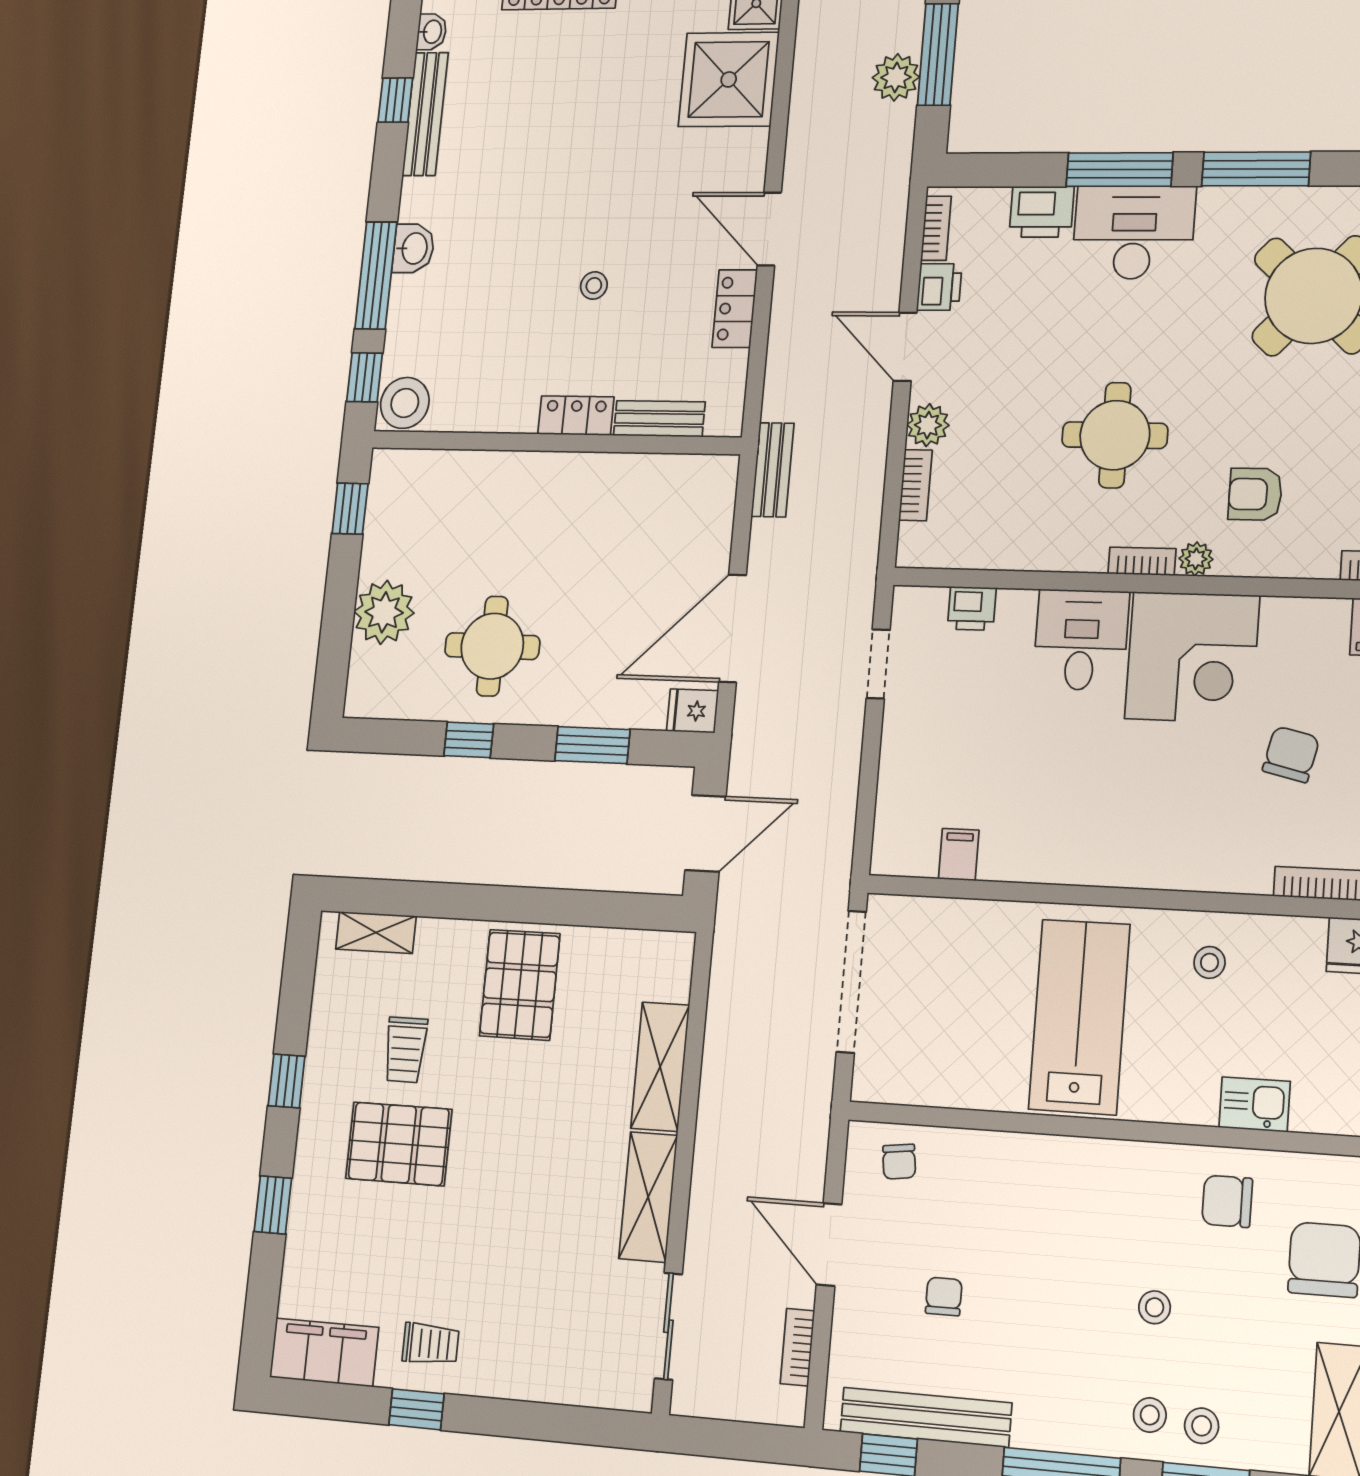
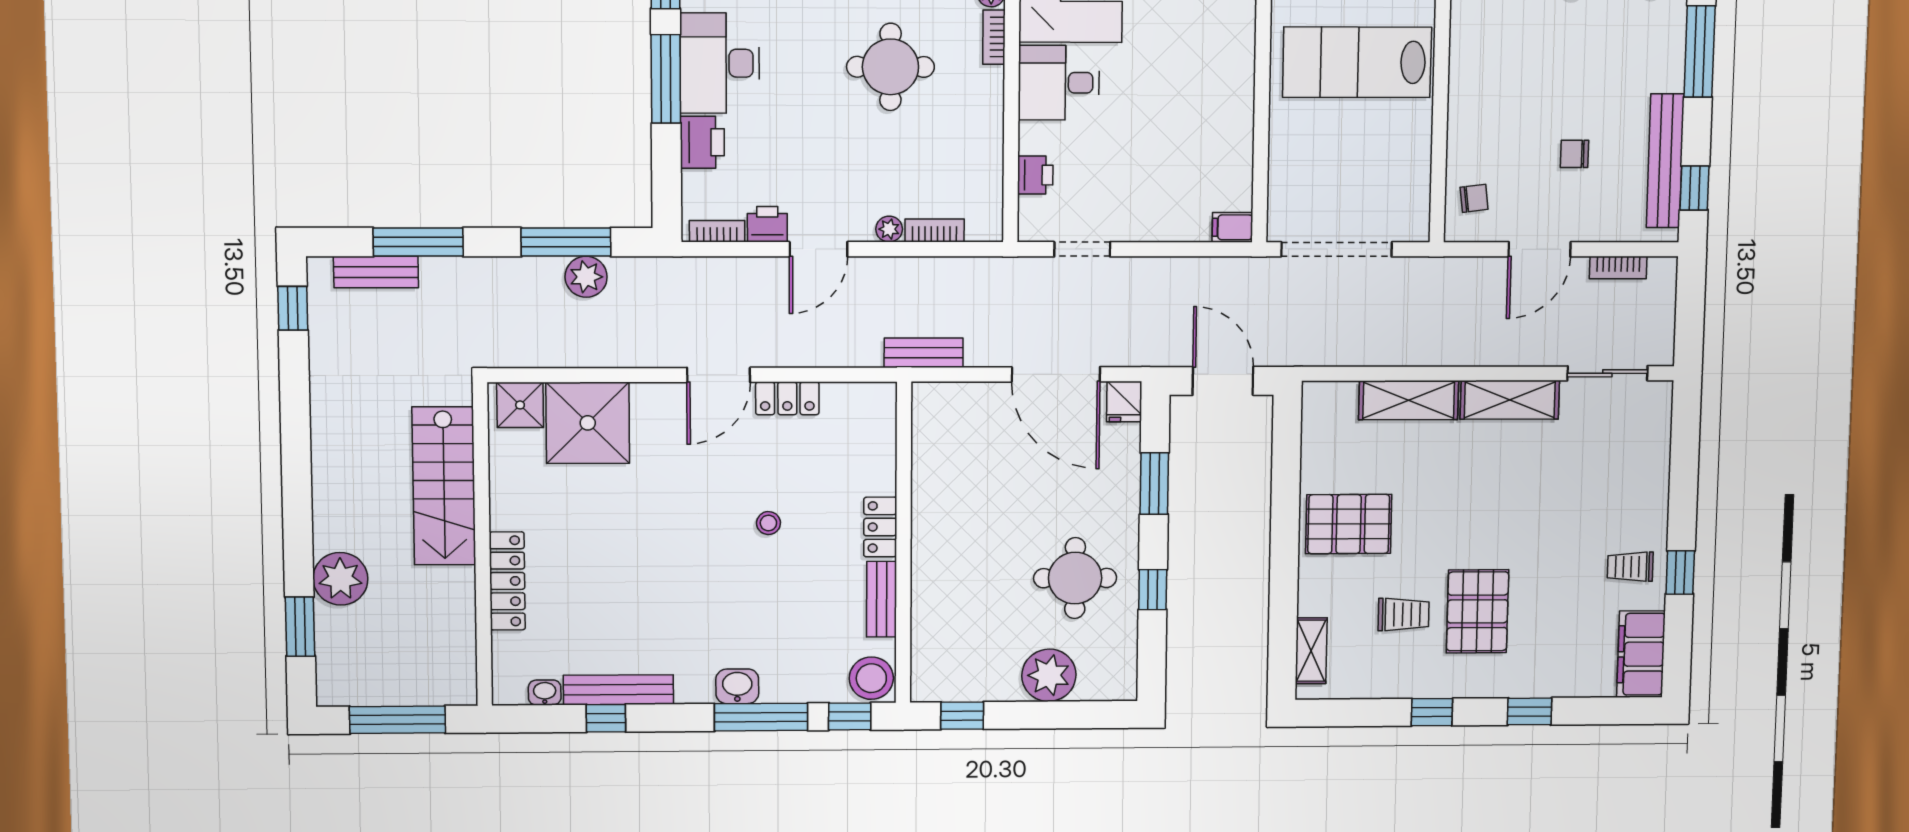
bench: (659, 419) -> (882, 599), moved
plant: (928, 425) -> (889, 229), width x0.73, depth x0.73
filing cabinet: (959, 854) -> (1232, 227), moved
trolley: (431, 1344) -> (1630, 567), turned -90

